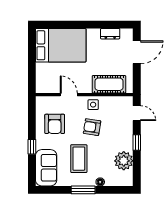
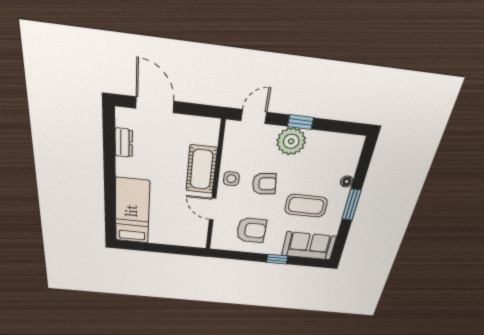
bed: (61, 45) -> (132, 211), width x0.67
cot: (109, 84) -> (201, 169), moved
door: (69, 95) -> (213, 209), hinge flipped
armchair: (92, 127) -> (264, 184), turned -106
plant: (124, 161) -> (291, 141), moved

